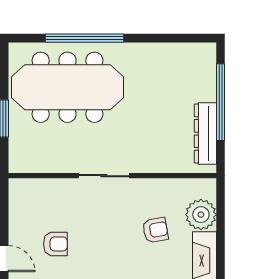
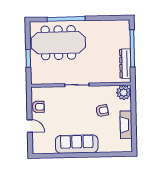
plant: (201, 215) -> (124, 93), moved
armchair: (55, 244) -> (38, 107), moved

